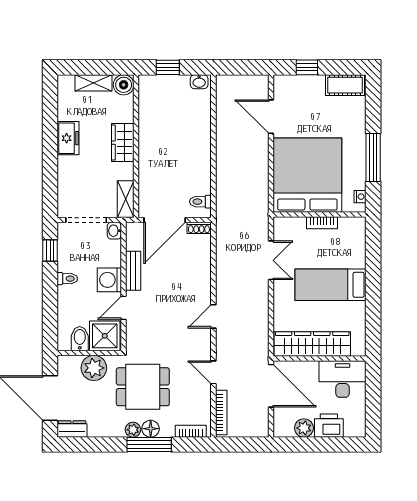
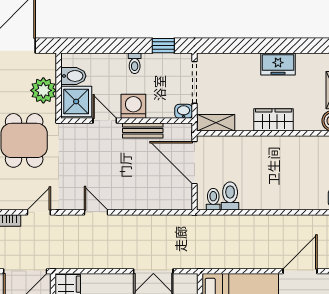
toilet: (197, 185) -> (230, 196), added
shoe rack: (199, 228) -> (186, 198), removed

